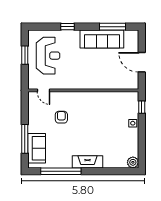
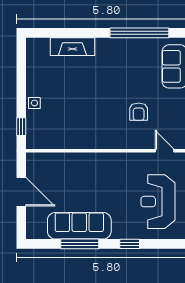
window: (112, 27) -> (80, 244), moved
fireplace: (87, 162) -> (72, 47), moved
plant: (133, 162) -> (34, 46), removed

